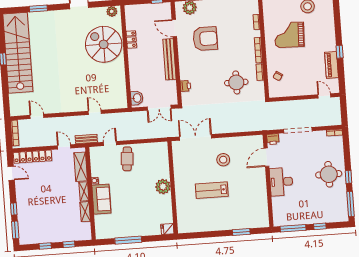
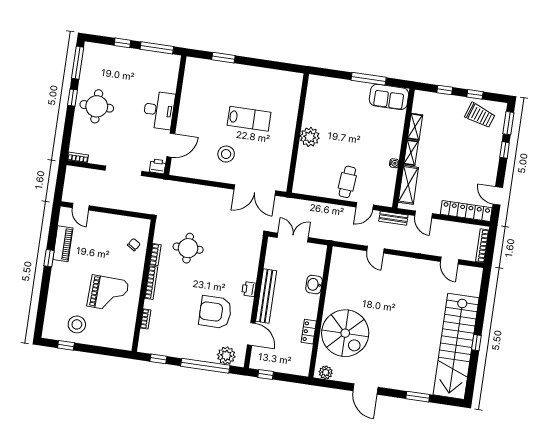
printer: (185, 86) -> (249, 289), moved
washbasin: (137, 98) -> (314, 285), moved
sofa: (101, 199) -> (389, 97), moved, turned -90
fridge: (167, 229) -> (316, 82), removed
trolley: (38, 231) -> (480, 115), added

